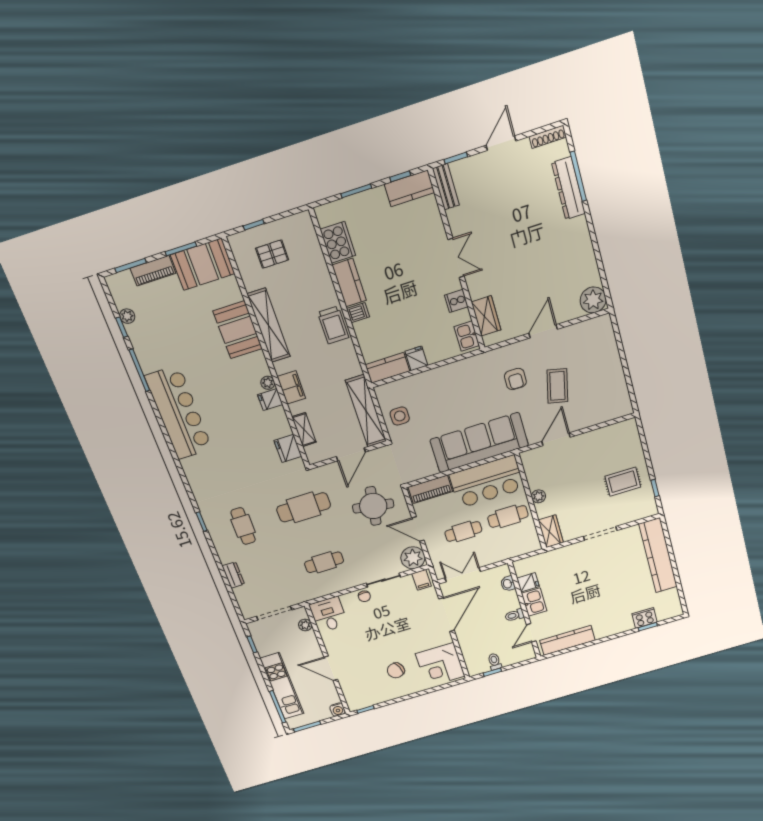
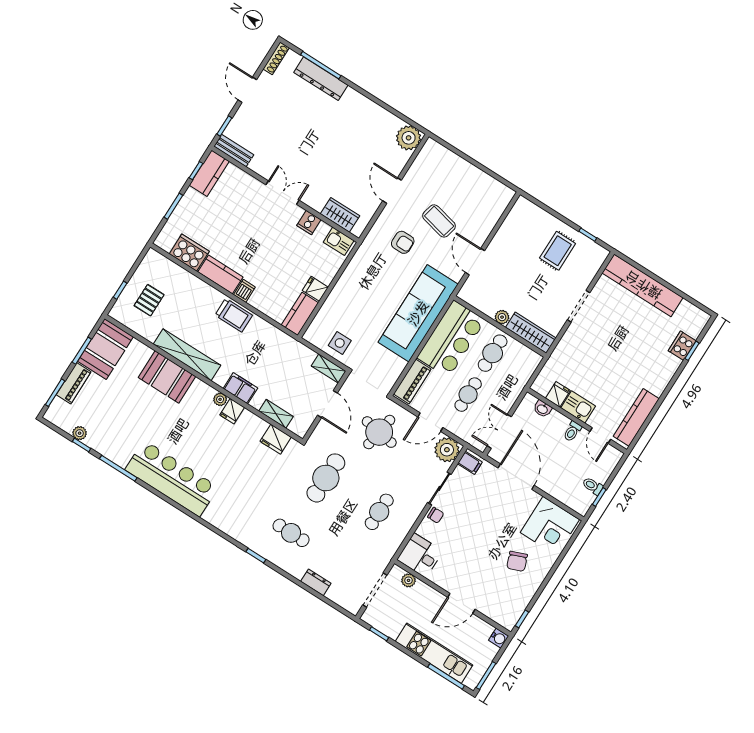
shelving: (366, 411) -> (329, 369), width x0.45, depth x0.75
wardrobe: (551, 531) -> (531, 333), width x1.50

